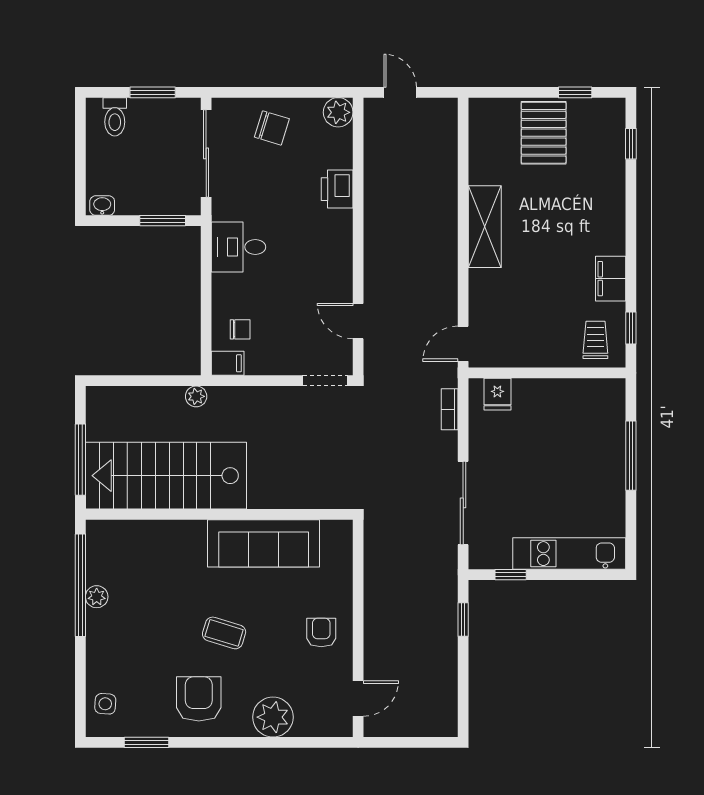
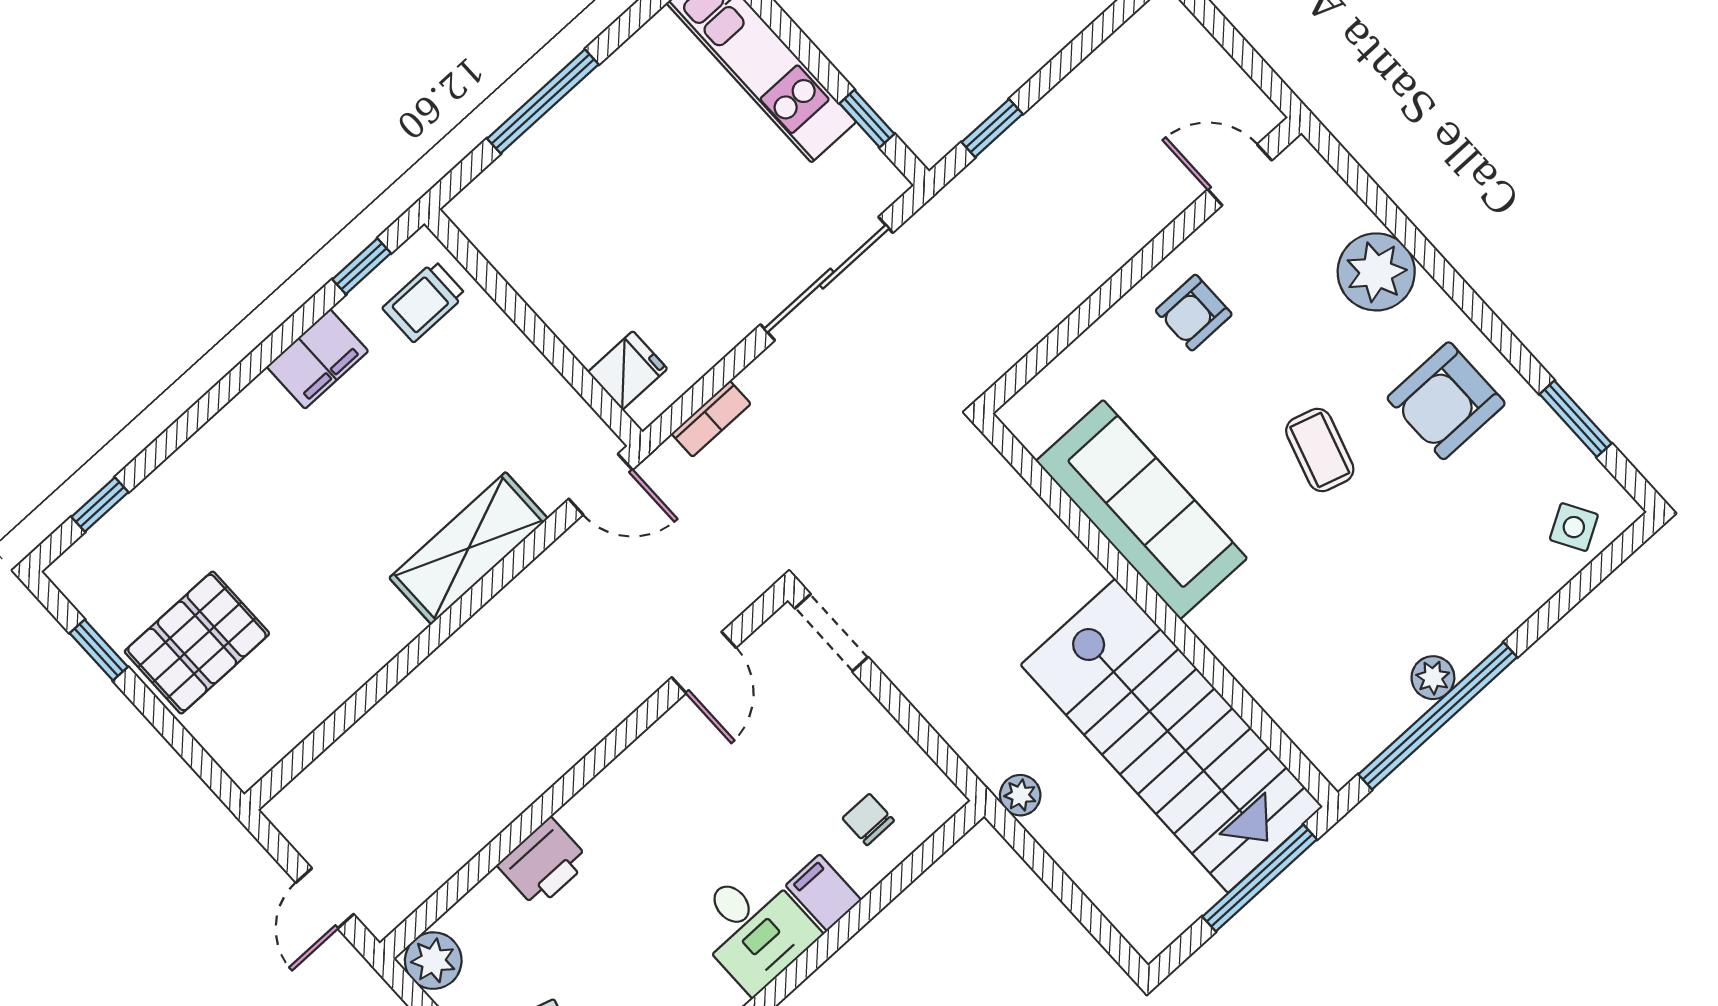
shelving: (485, 227) -> (469, 548), moved
filing cabinet: (228, 363) -> (823, 893), moved
side table: (105, 704) -> (1574, 527), turned -34

